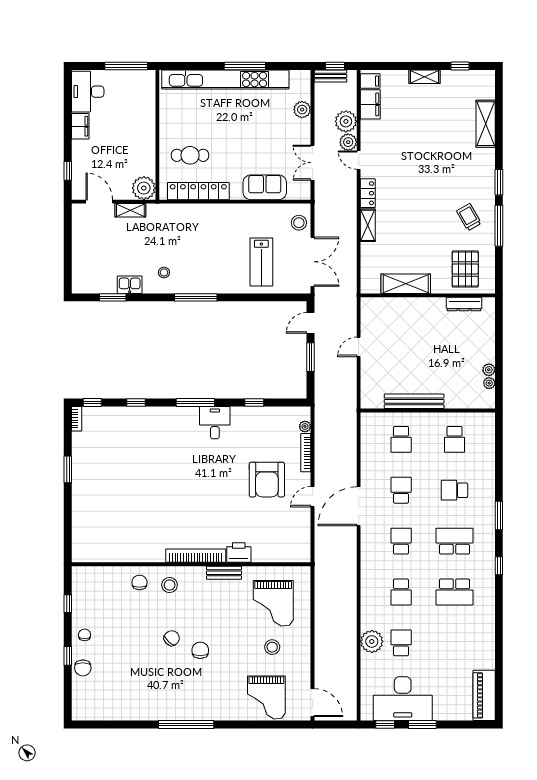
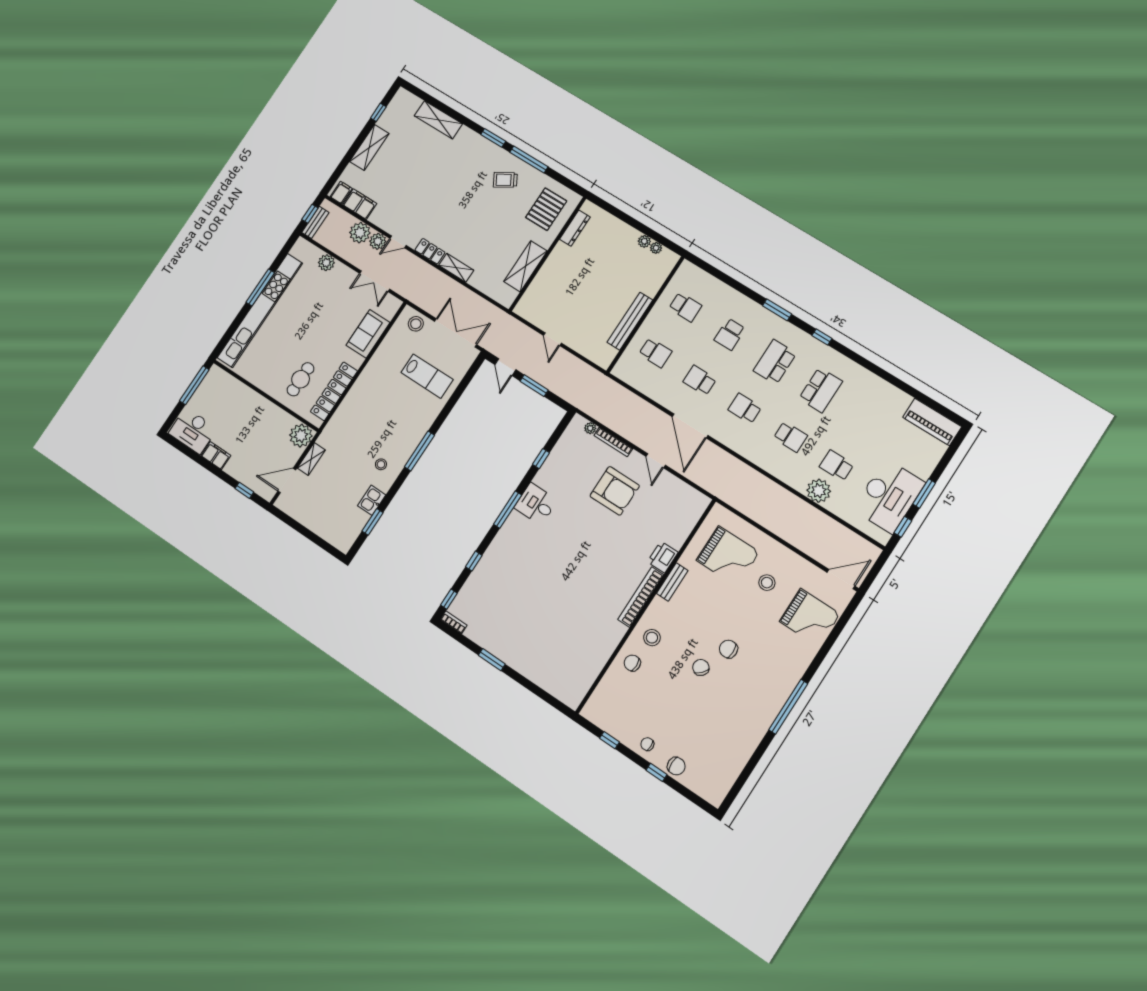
shelving: (425, 77) -> (369, 147), width x1.50, depth x1.33
pallet: (465, 269) -> (546, 209), turned 90

